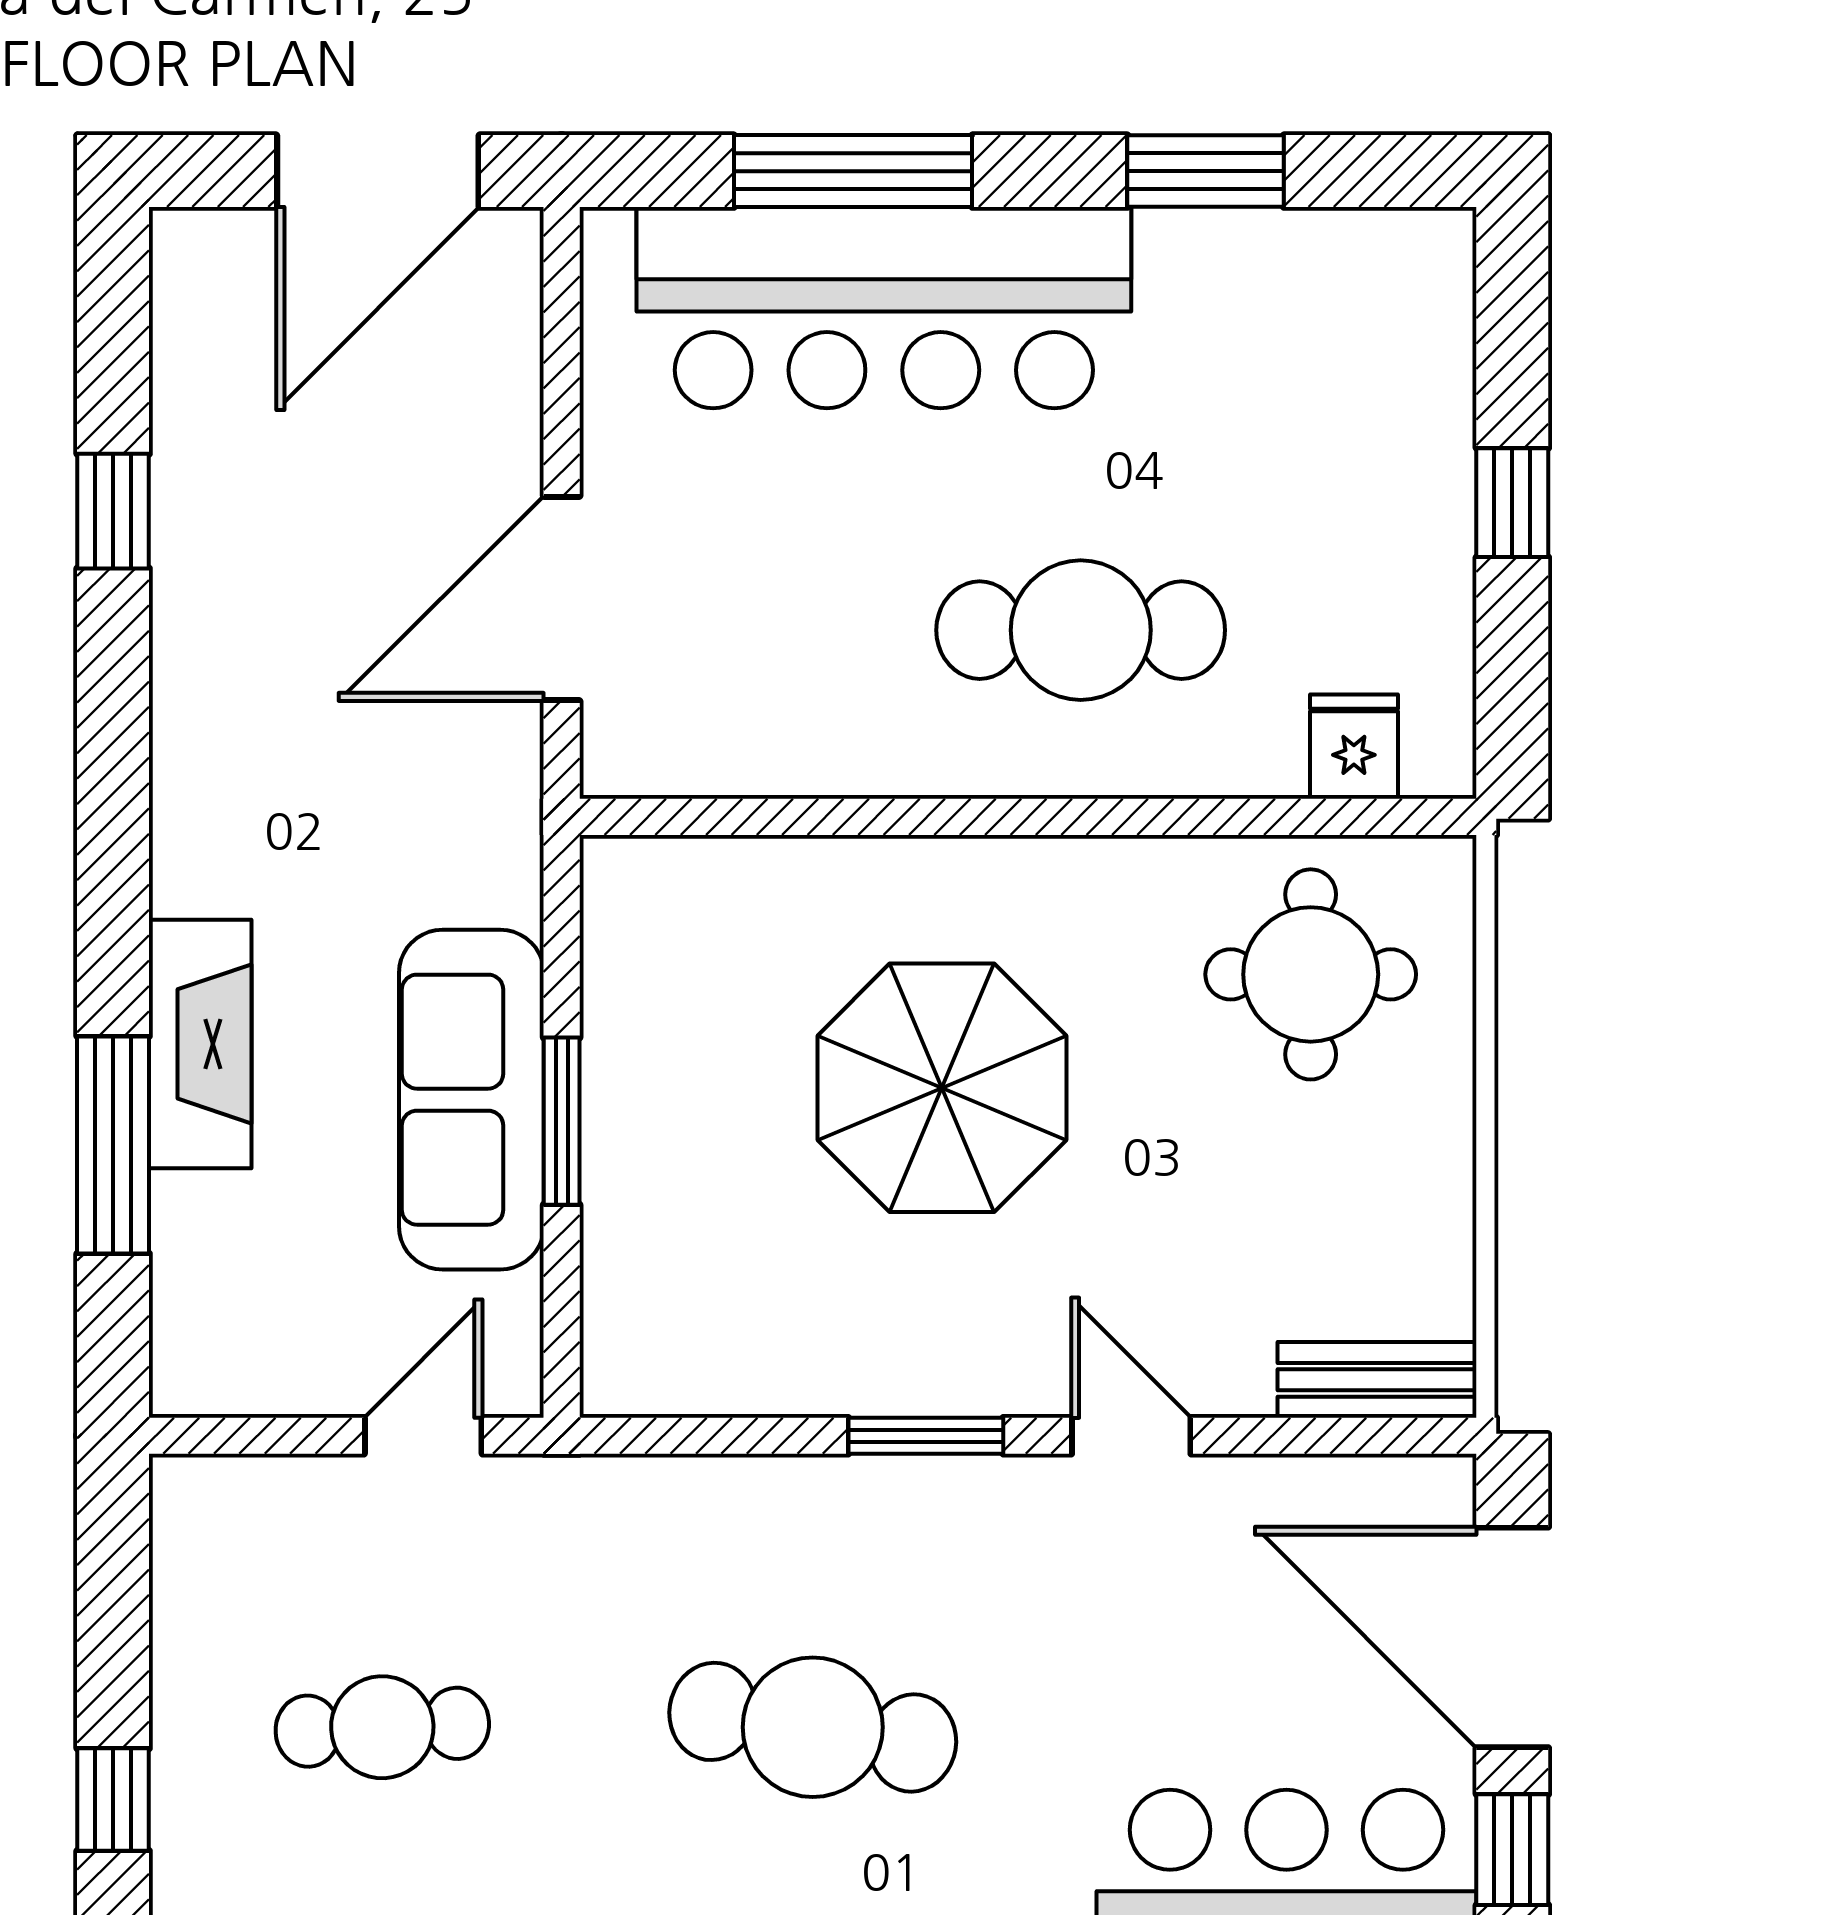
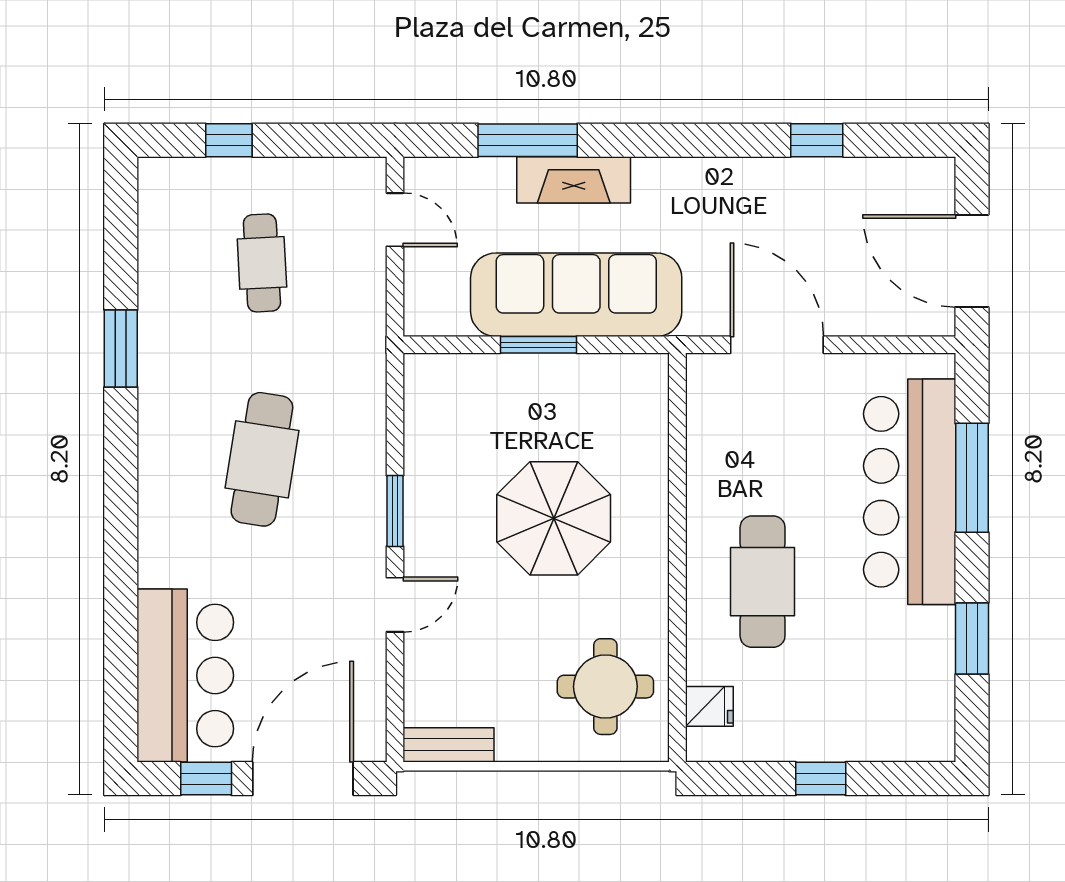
sofa: (471, 1100) -> (576, 295), width x1.36, depth x1.27
bench: (1377, 1380) -> (448, 745), moved, turned 90
door: (423, 1436) -> (395, 220), moved

